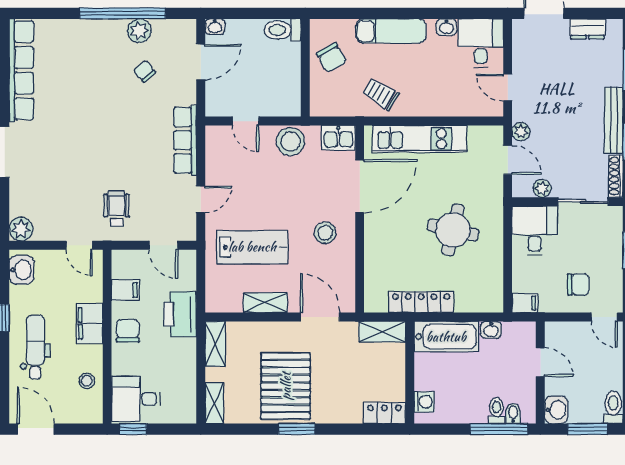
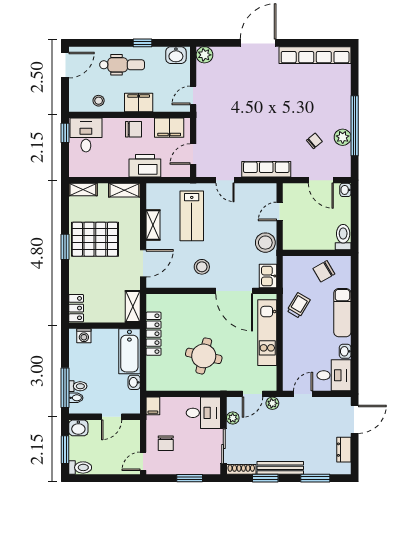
wheelchair: (116, 208) -> (219, 121), removed
filing cabinet: (125, 290) -> (169, 128), width x2.00

